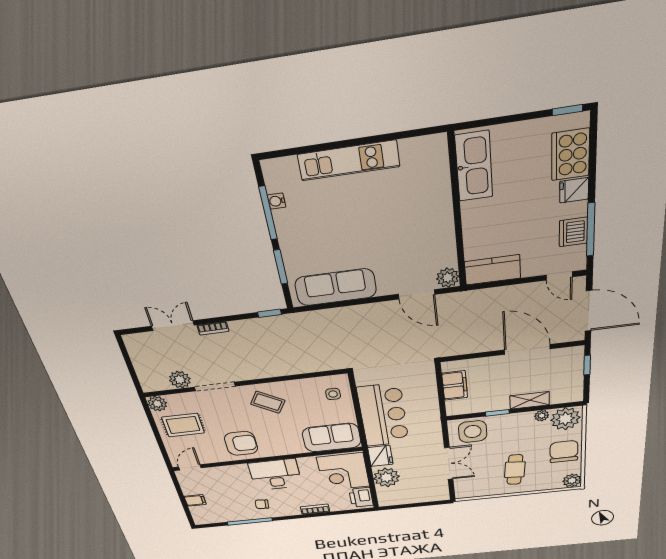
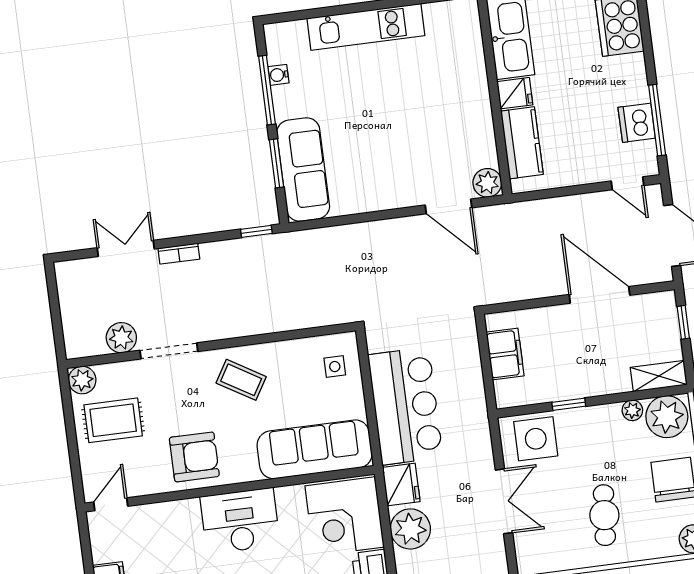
fridge: (574, 190) -> (515, 93), moved, turned 180
kitchen counter: (493, 270) -> (522, 143), moved, turned 90
sofa: (336, 287) -> (303, 170), moved, turned 90
shelving: (530, 400) -> (659, 376), moved
sofa: (332, 438) -> (315, 449), width x1.36

